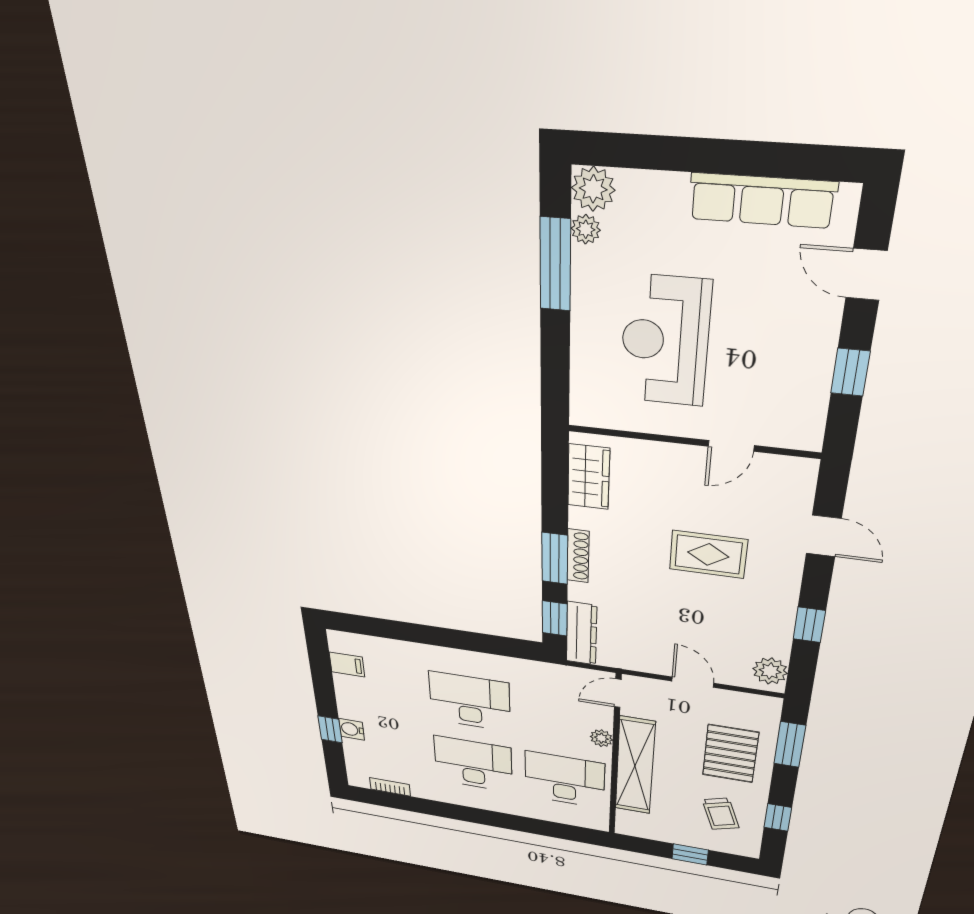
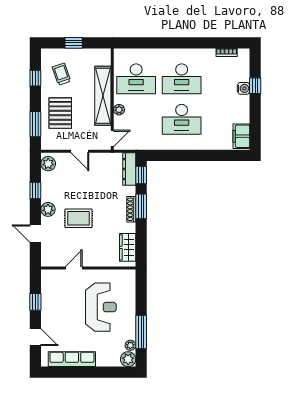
plant: (783, 583) -> (48, 209), added
filing cabinet: (347, 665) -> (241, 136), width x2.00

